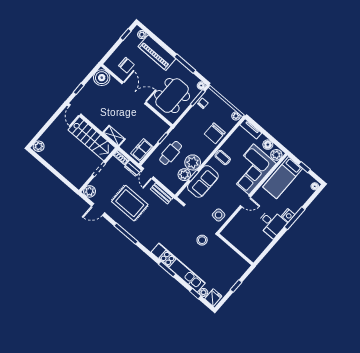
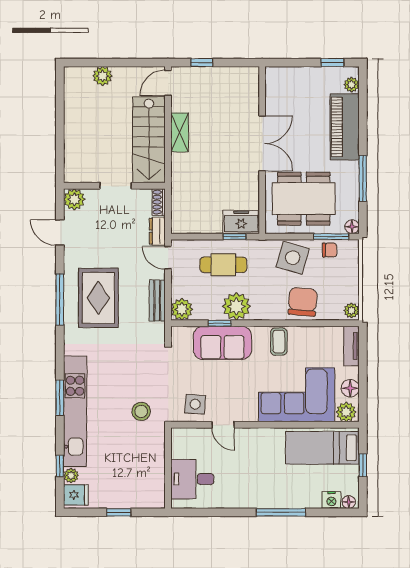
chair: (126, 65) -> (291, 100), removed
boiler: (102, 78) -> (245, 81), removed
side table: (193, 121) -> (293, 258), added
chair: (215, 133) -> (303, 302), turned 95
shelving: (114, 136) -> (180, 132), moved
plant: (39, 146) -> (103, 76), moved
freezer: (142, 150) -> (241, 222), moved
door: (148, 173) -> (168, 258), hinge flipped
plant: (184, 175) -> (182, 309), moved
door: (245, 201) -> (223, 425), moved
rug: (130, 203) -> (98, 298), moved
nightstand: (288, 215) -> (331, 500), moved
desk: (272, 223) -> (192, 479), moved, turned 90

